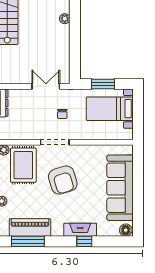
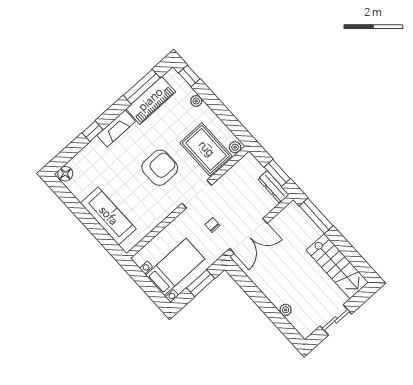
double door: (46, 86) -> (248, 236), width x1.37
armchair: (63, 180) -> (160, 168), turned 107
sofa: (120, 188) -> (108, 216), width x0.74, depth x0.79
fireplace: (80, 230) -> (116, 128), moved

